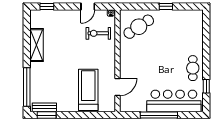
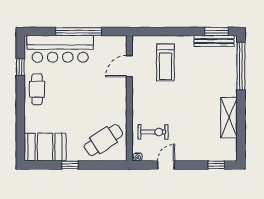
booth: (186, 21) -> (45, 147), added
treadmill: (88, 90) -> (165, 62), width x0.73, depth x0.73
bench: (44, 107) -> (214, 41), width x1.36

